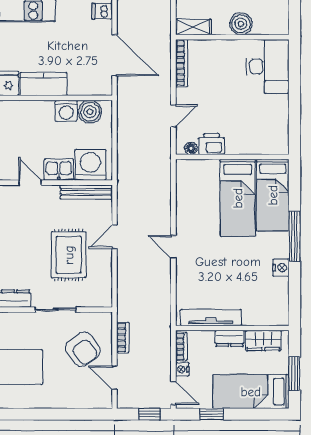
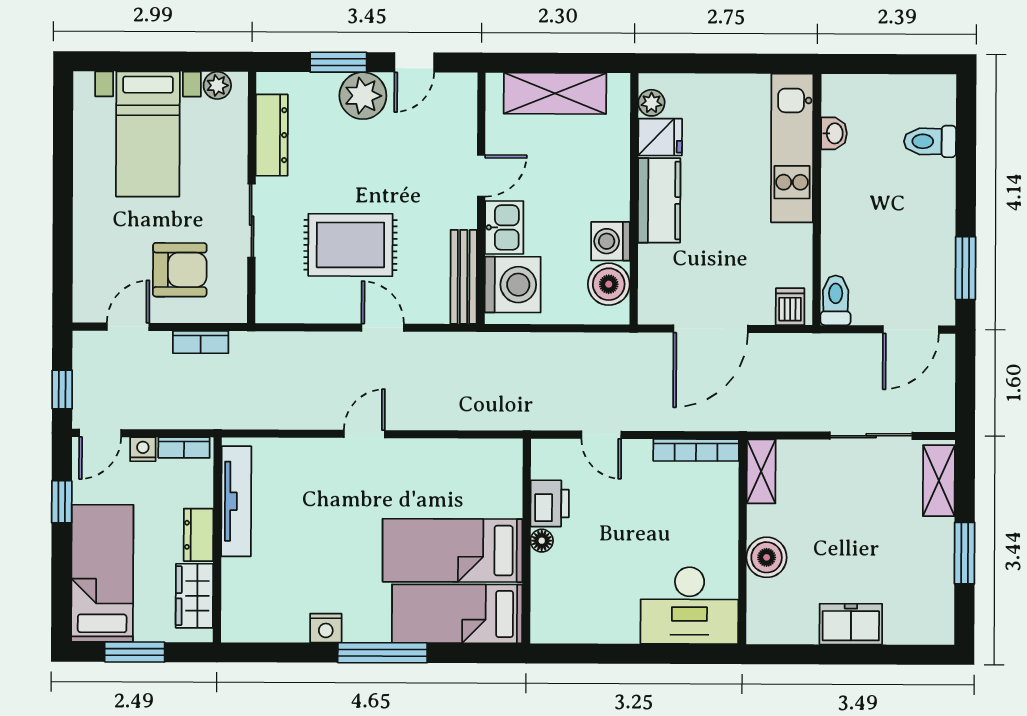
floor lamp: (191, 148) -> (542, 541), moved
armchair: (83, 349) -> (180, 270), turned -145

